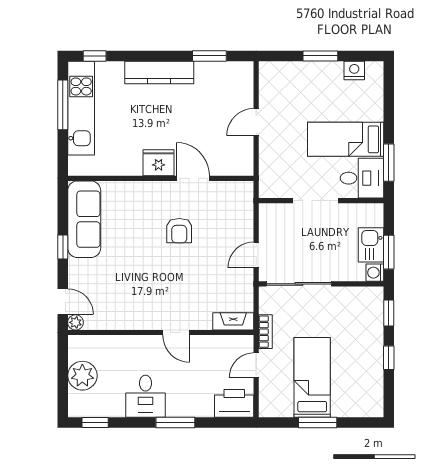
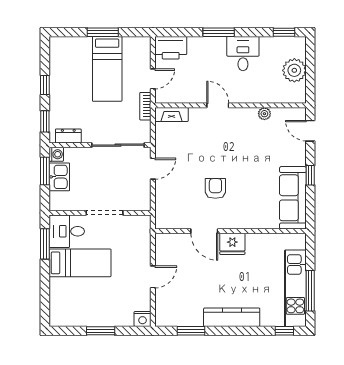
nightstand: (354, 70) -> (143, 319), moved
dresser: (360, 295) -> (68, 136), added
plant: (76, 322) -> (264, 114), moved

